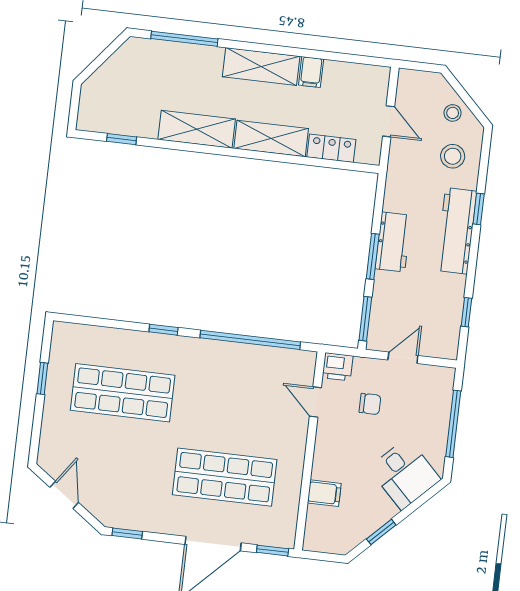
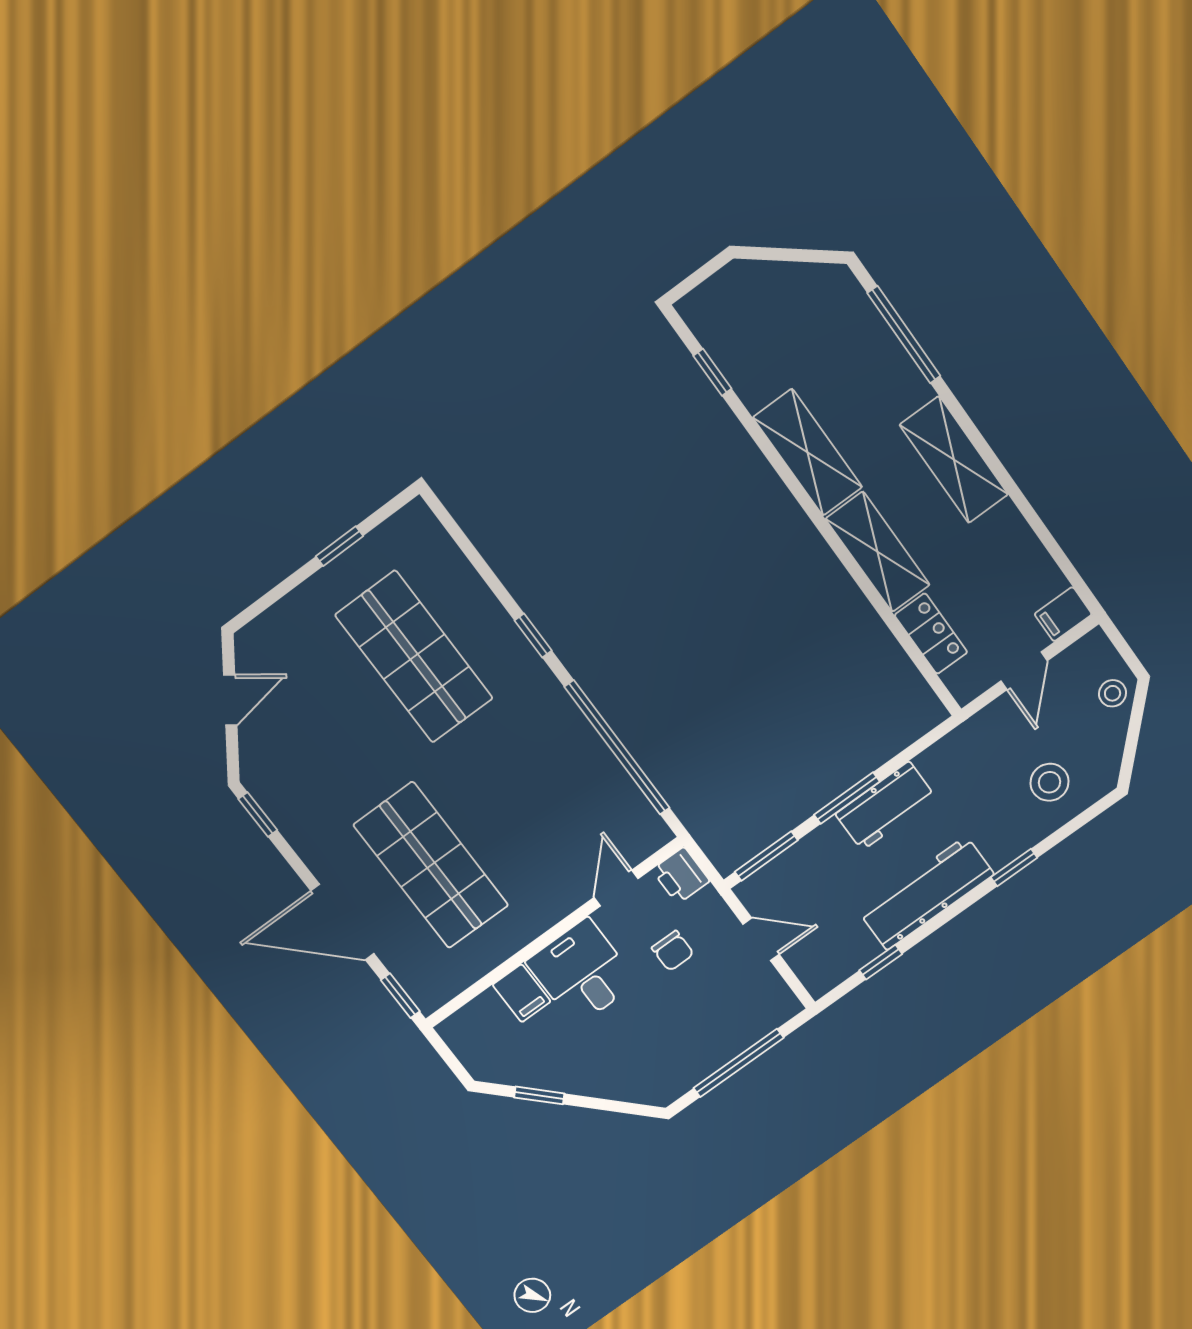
filing cabinet: (311, 72) -> (1063, 614), moved
stool: (453, 113) -> (1113, 693), moved
workbench: (456, 231) -> (926, 893), moved
desk: (405, 474) -> (582, 972), moved, turned 135

